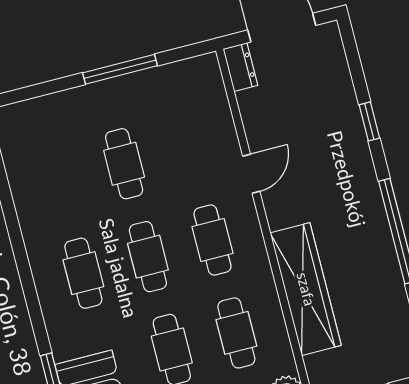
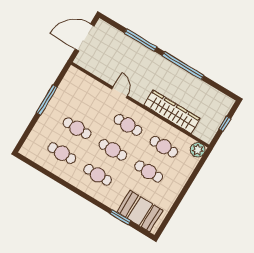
dresser: (240, 67) -> (84, 62), removed
window: (369, 121) -> (141, 40), width x2.17
cafe table: (59, 180) -> (62, 153), added

